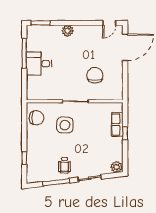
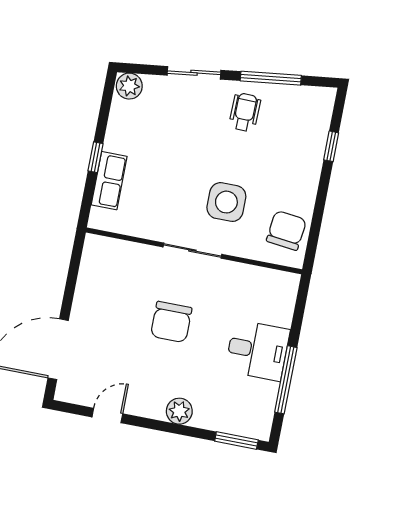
door: (109, 23) -> (107, 415), moved
chair: (95, 75) -> (171, 322), moved
chair: (37, 118) -> (286, 230), turned 97

